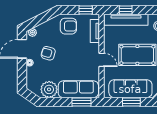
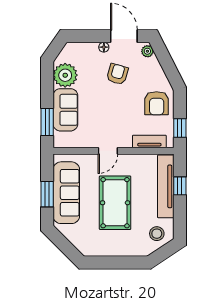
sofa: (78, 89) -> (65, 110), width x0.73

